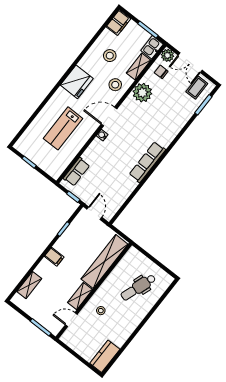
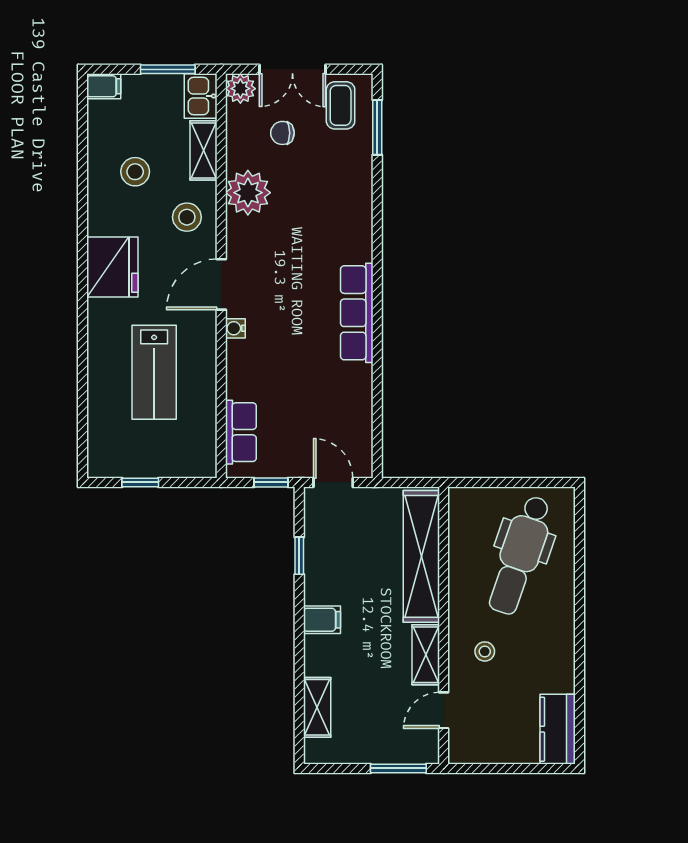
filing cabinet: (118, 23) -> (104, 86), width x0.50
chair: (161, 72) -> (282, 133), moved
dental chair: (138, 287) -> (520, 555), width x1.36, depth x1.38

